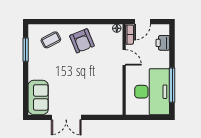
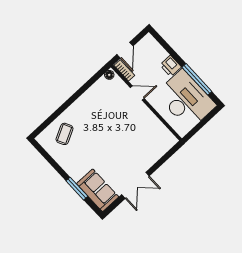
armchair: (82, 41) -> (90, 111), removed
printer: (163, 43) -> (171, 66), moved
window: (26, 50) -> (77, 189), moved

